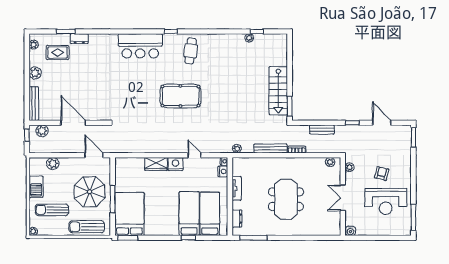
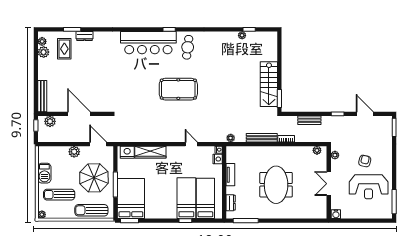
bar counter: (140, 46) -> (148, 43), width x1.36
rug: (58, 53) -> (64, 49), turned 90
plant: (35, 73) -> (44, 52), moved
plant: (53, 164) -> (74, 152), moved
wardrobe: (156, 164) -> (150, 152), width x1.50
nightstand: (175, 164) -> (127, 152), moved

